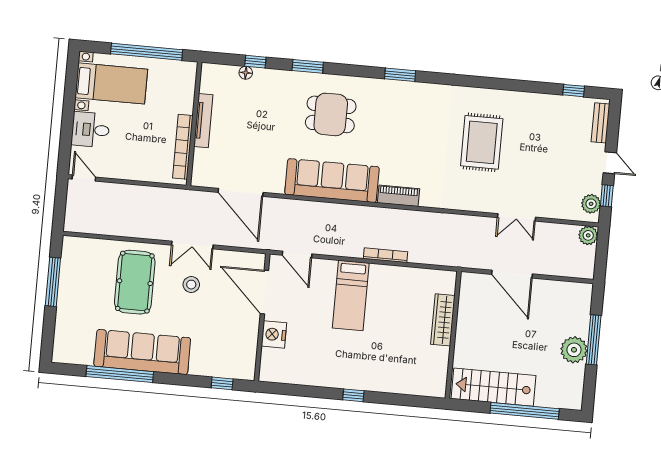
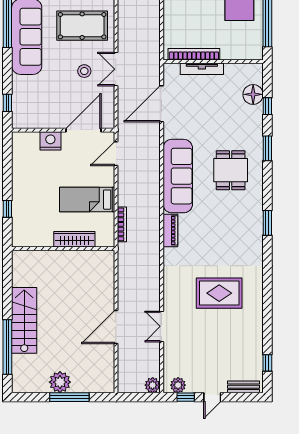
floor lamp: (246, 73) -> (253, 94), width x1.89, depth x1.89
tv unit: (203, 121) -> (202, 69), moved
wardrobe: (443, 320) -> (74, 239), moved
wall: (453, 335) -> (63, 249), moved

